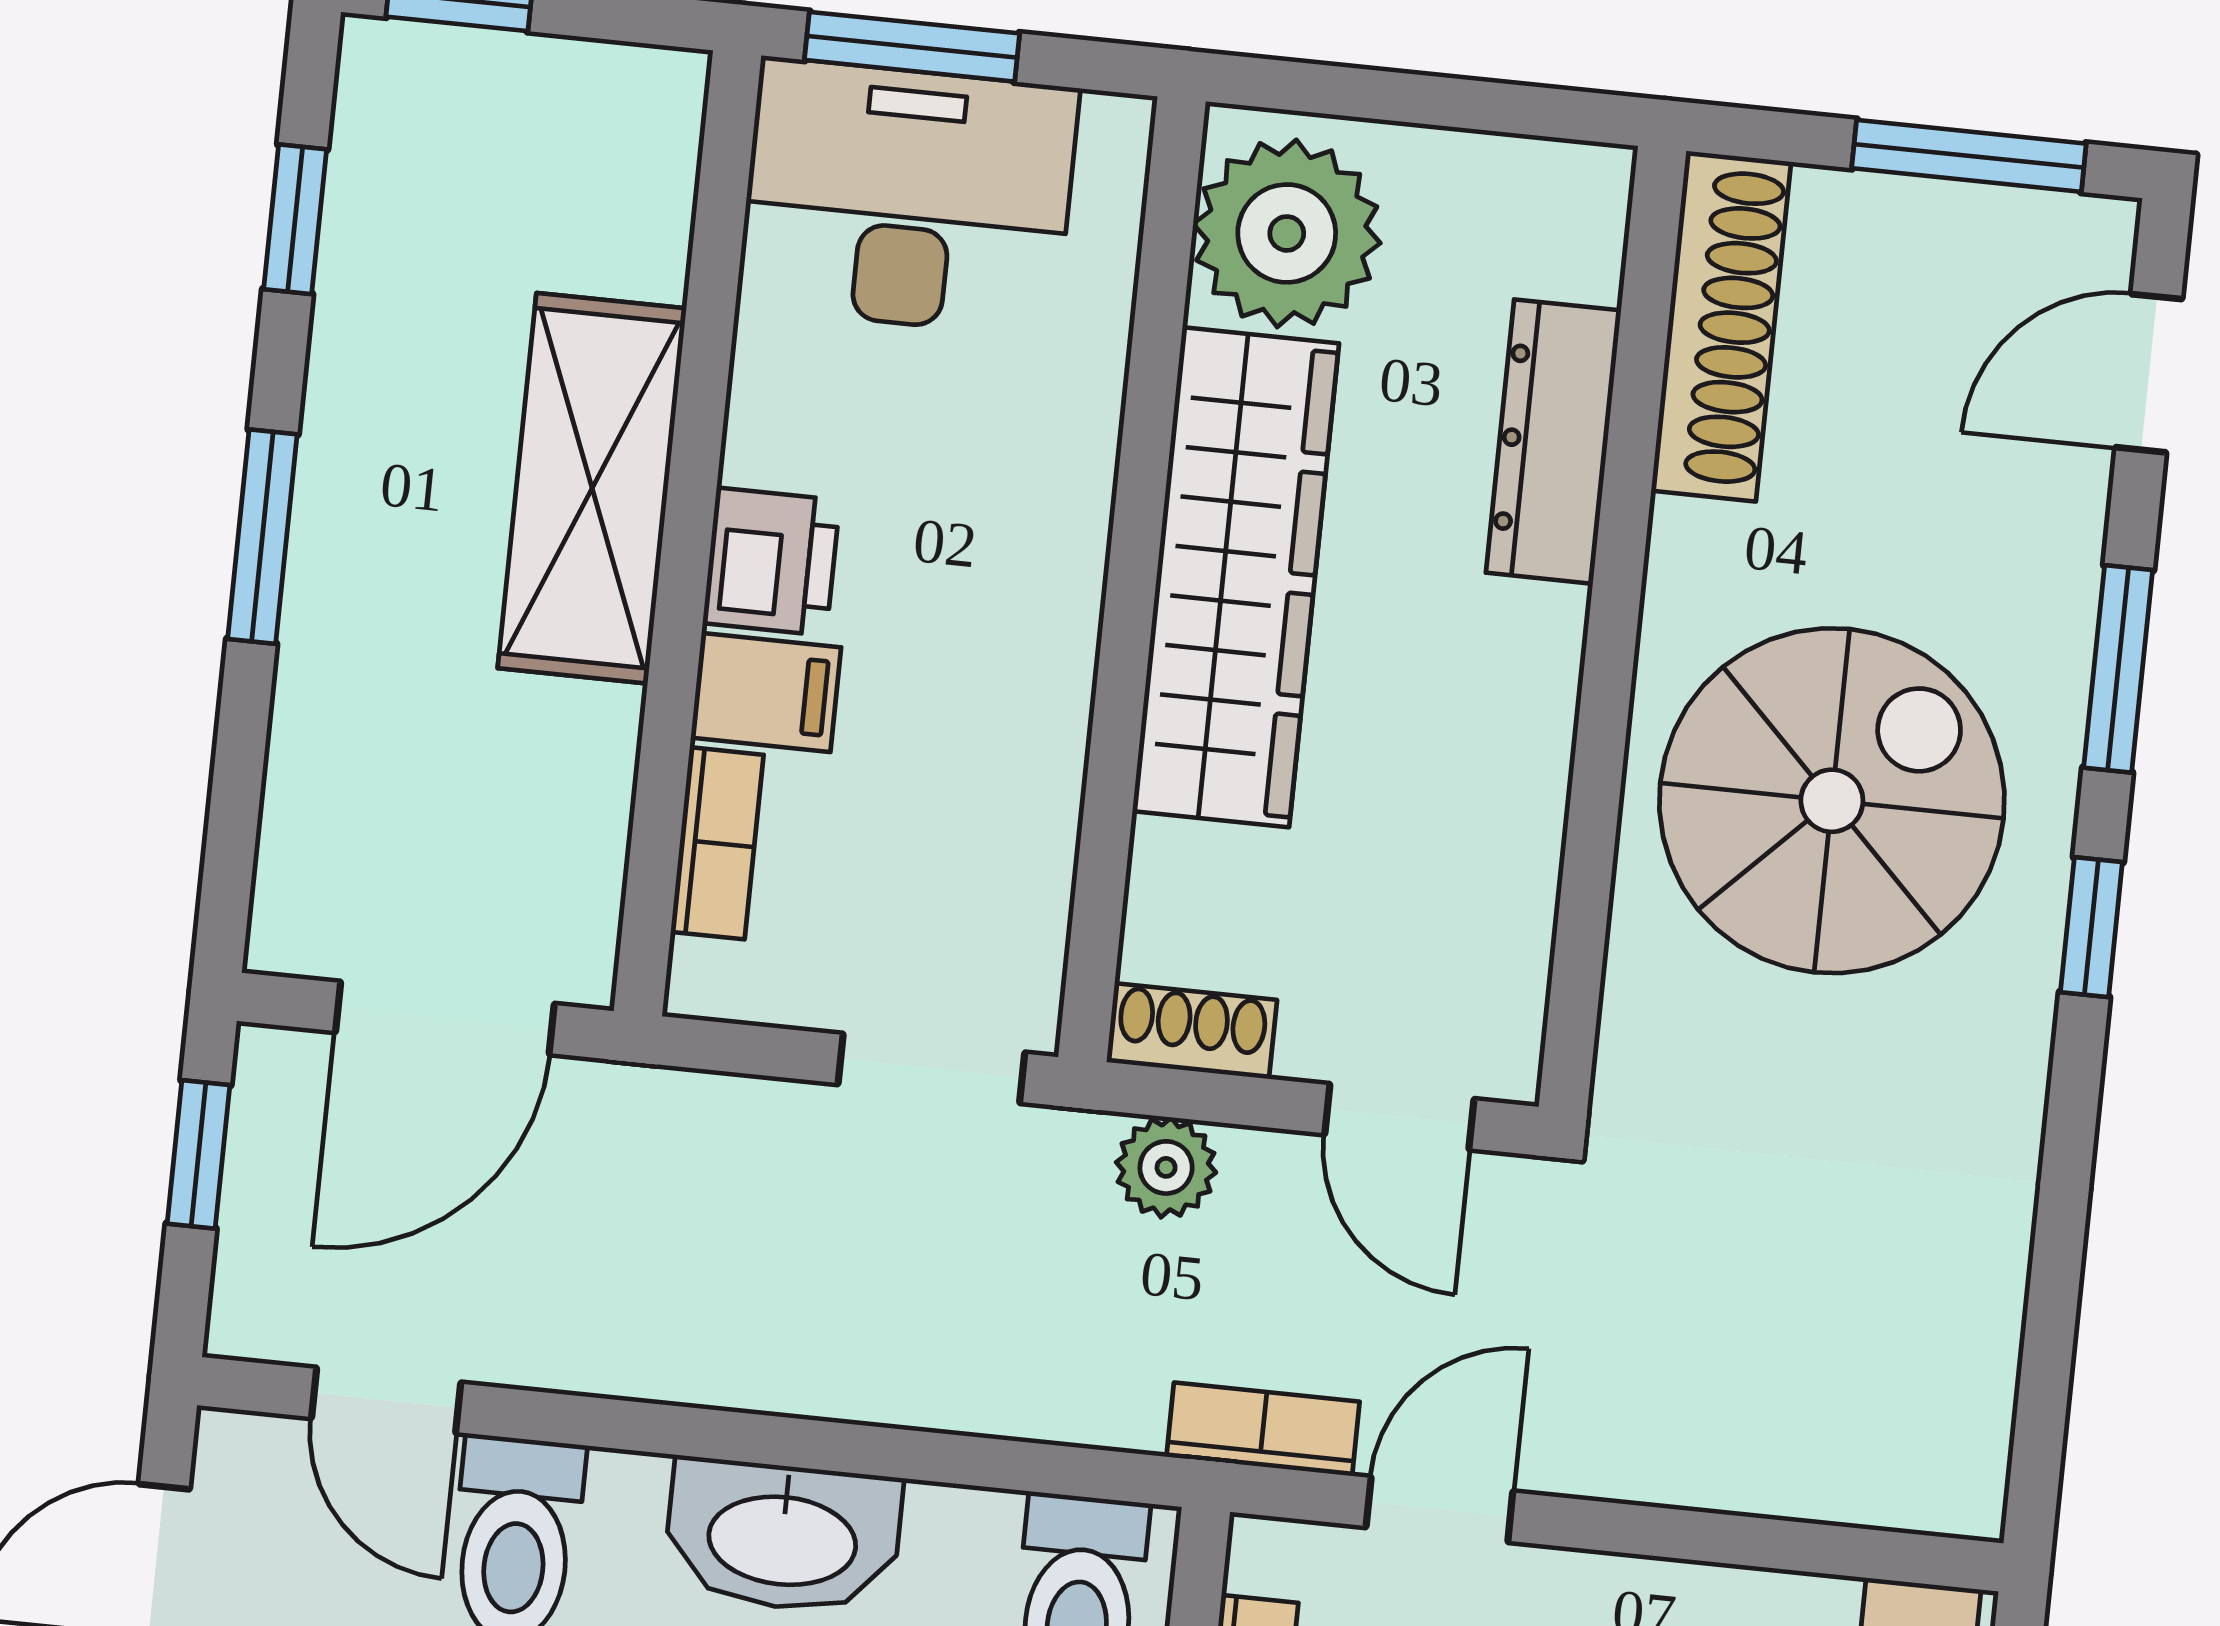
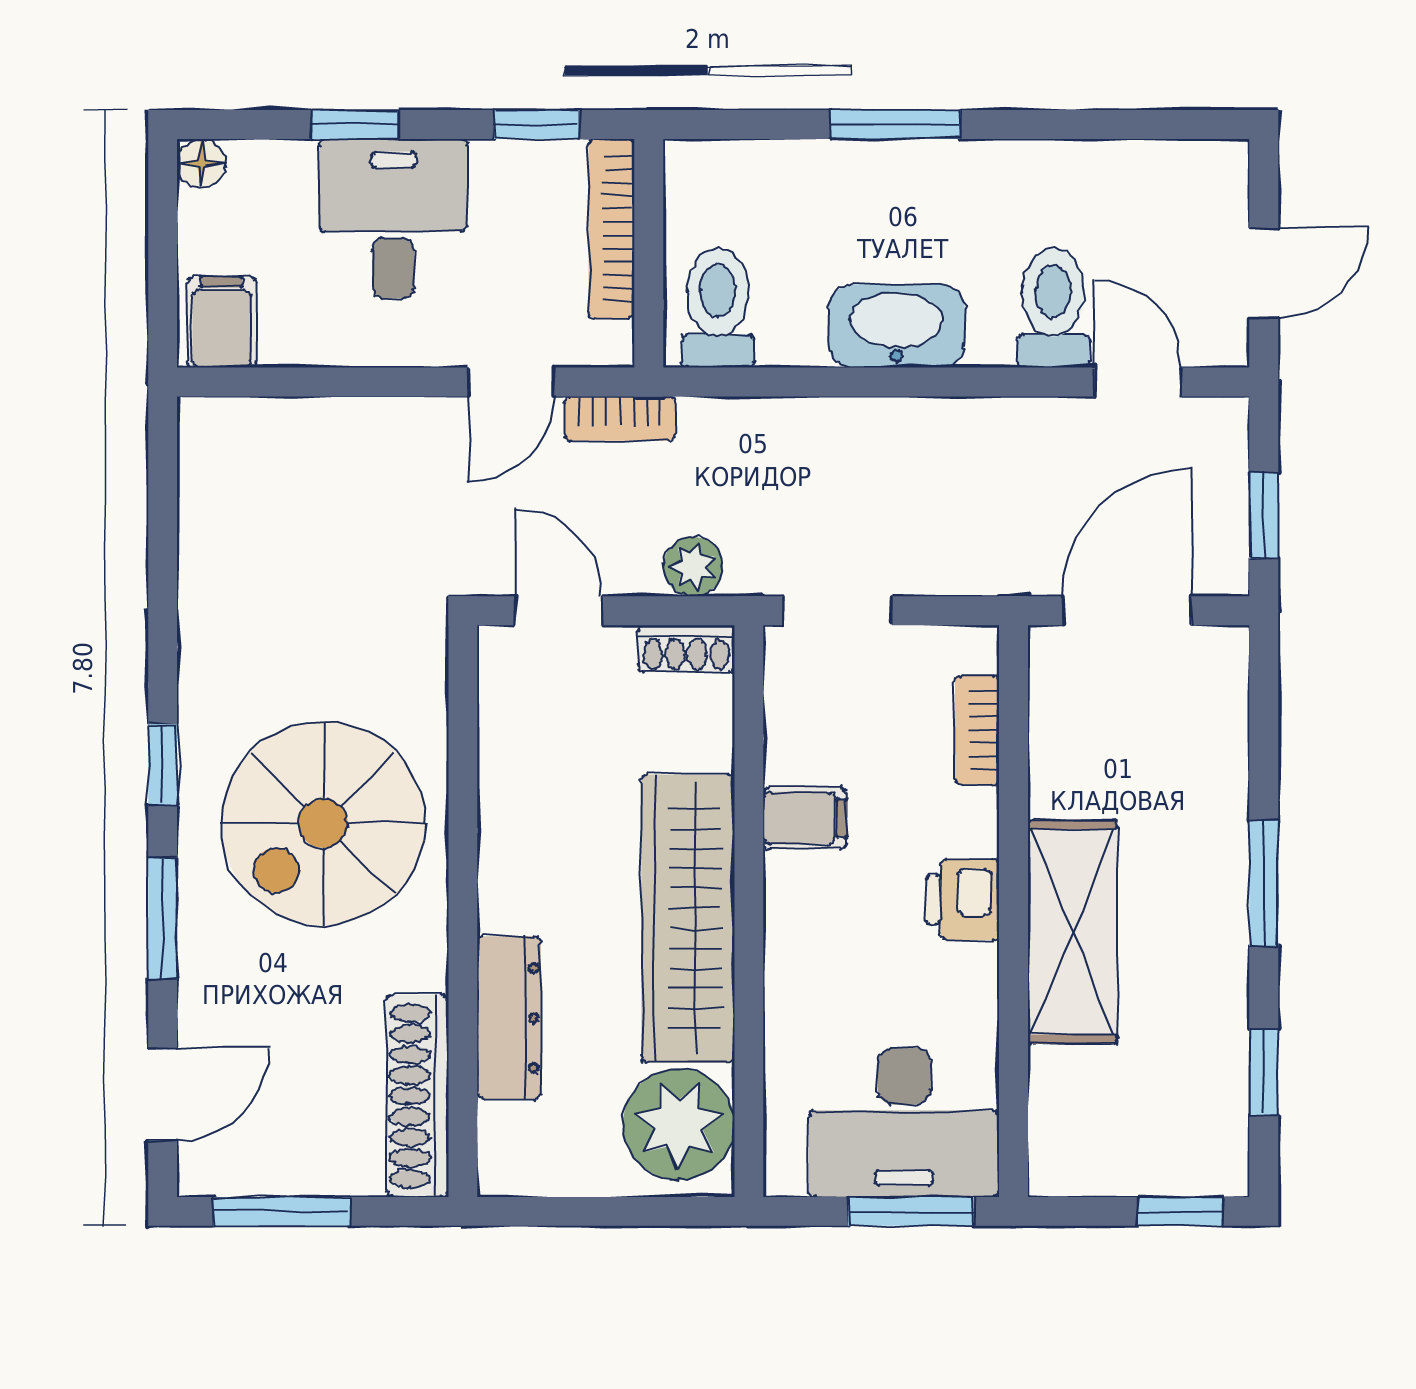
filing cabinet: (766, 692) -> (805, 818), moved, turned 180

